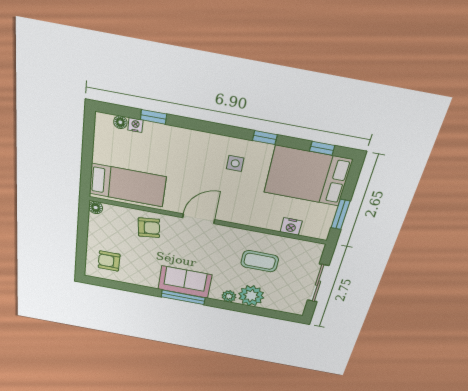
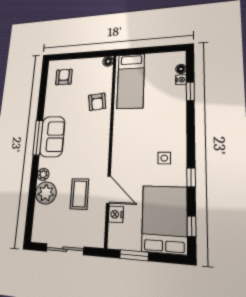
door: (199, 219) -> (108, 190), moved

